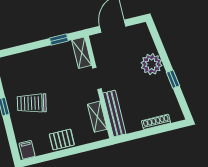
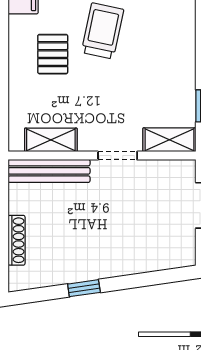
plant: (151, 64) -> (119, 257), removed
pallet: (62, 140) -> (53, 54), moved

